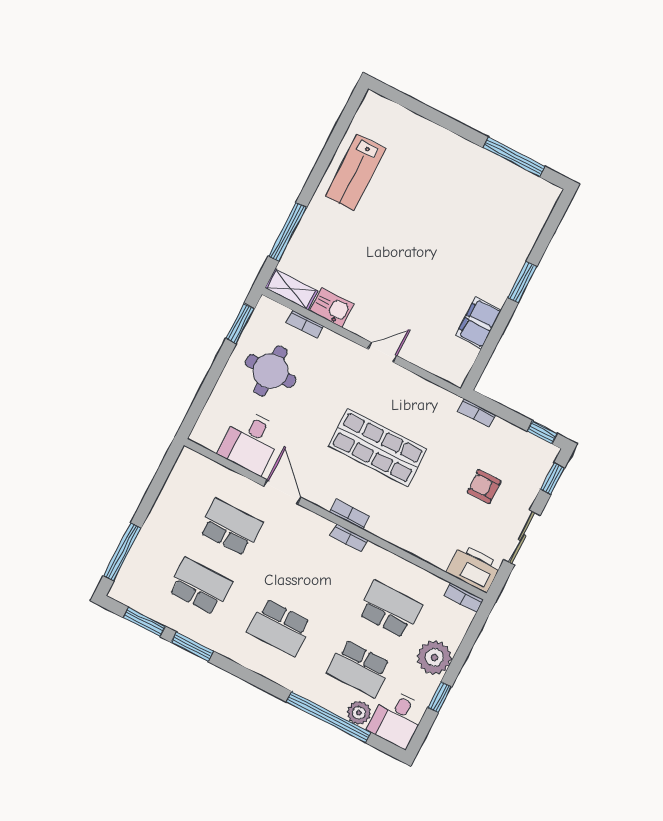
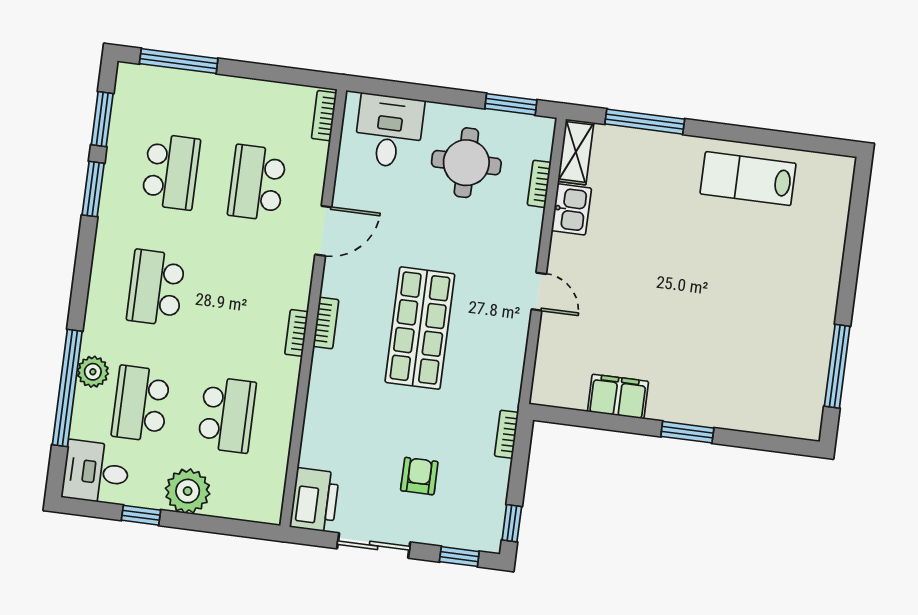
desk: (251, 442) -> (389, 131), moved, turned 90
school desk: (230, 527) -> (257, 183), turned 180
bookcase: (464, 598) -> (324, 116), moved
plant: (359, 713) -> (93, 372), moved

